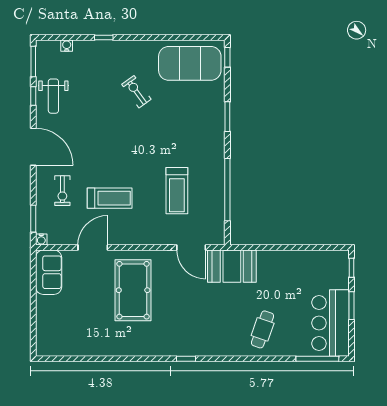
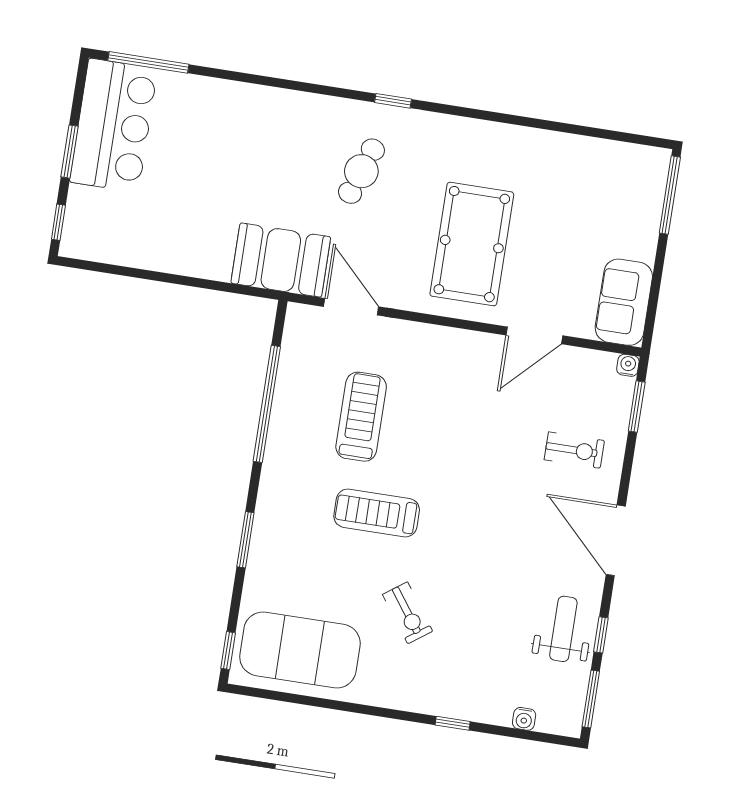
exercise bike: (62, 191) -> (574, 450), turned 90
treadmill: (110, 198) -> (377, 513), moved
cafe table: (263, 329) -> (361, 171), moved
window: (33, 332) -> (670, 195), added

